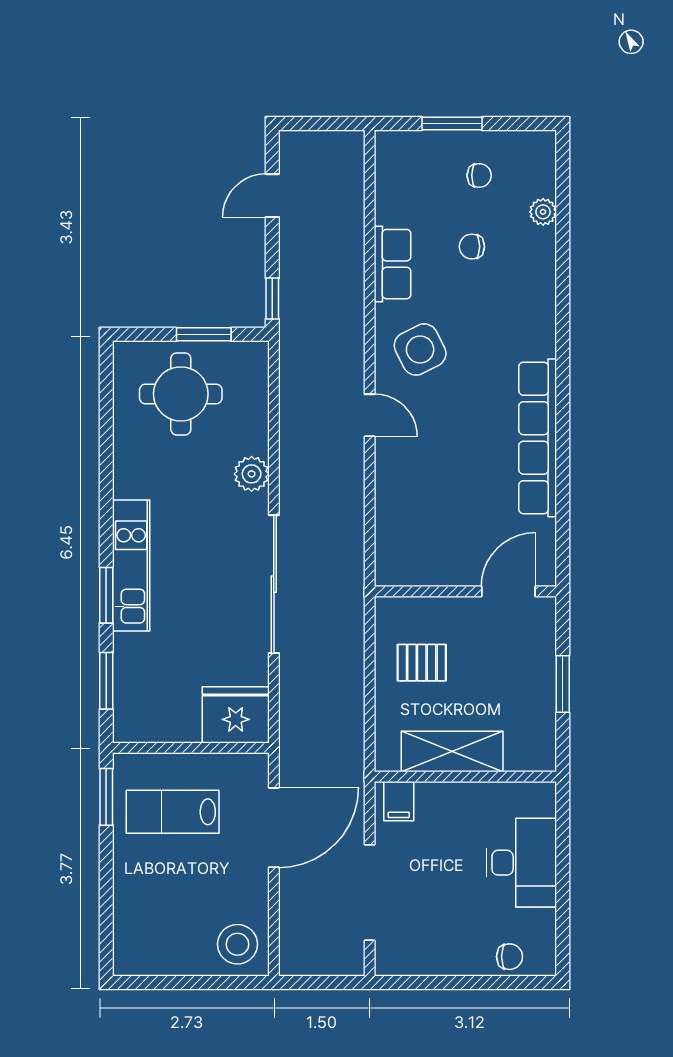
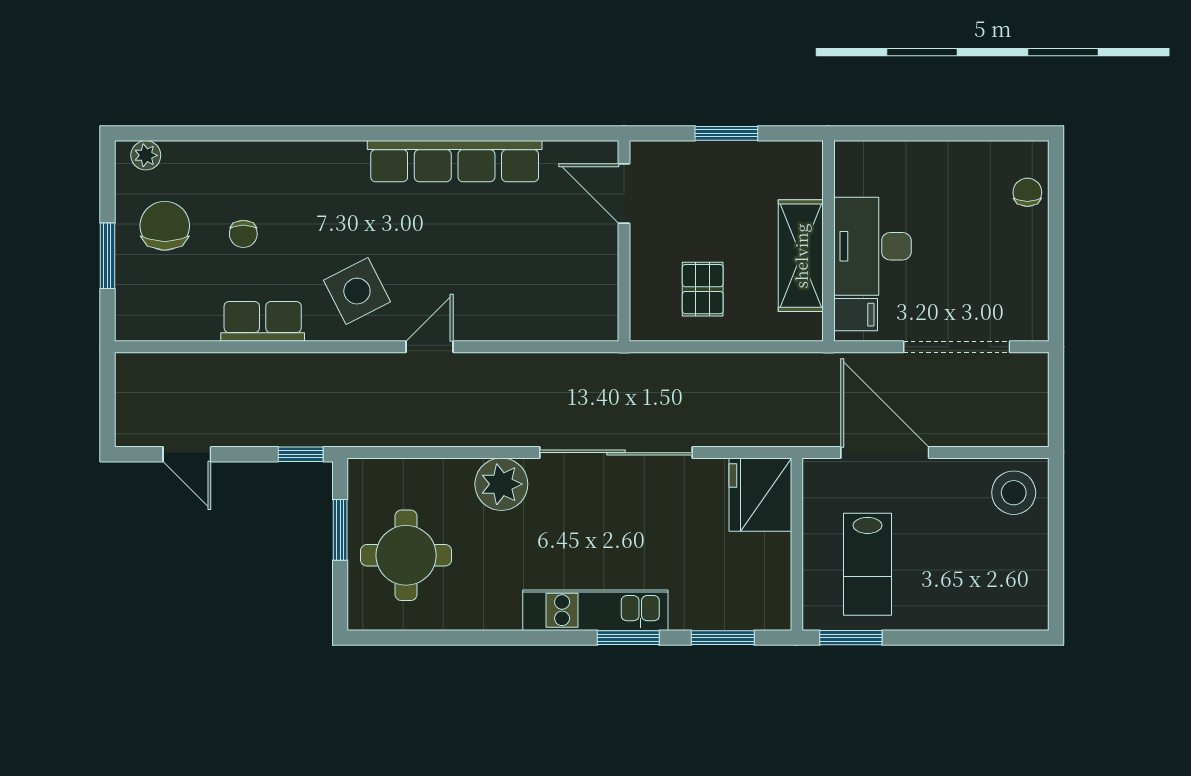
chair: (479, 175) -> (165, 226), width x1.87, depth x1.87
plant: (543, 212) -> (146, 155), moved
plant: (252, 474) -> (501, 484), width x1.36, depth x1.36
desk: (521, 863) -> (872, 246), moved, turned -90

